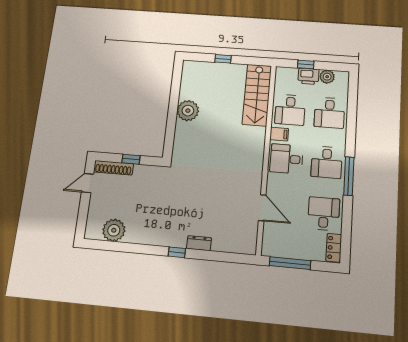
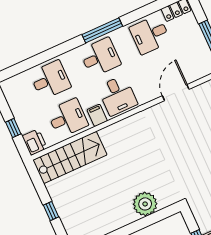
printer: (308, 76) -> (35, 142), moved
plant: (327, 77) -> (15, 101), removed
plant: (188, 111) -> (145, 204), moved

